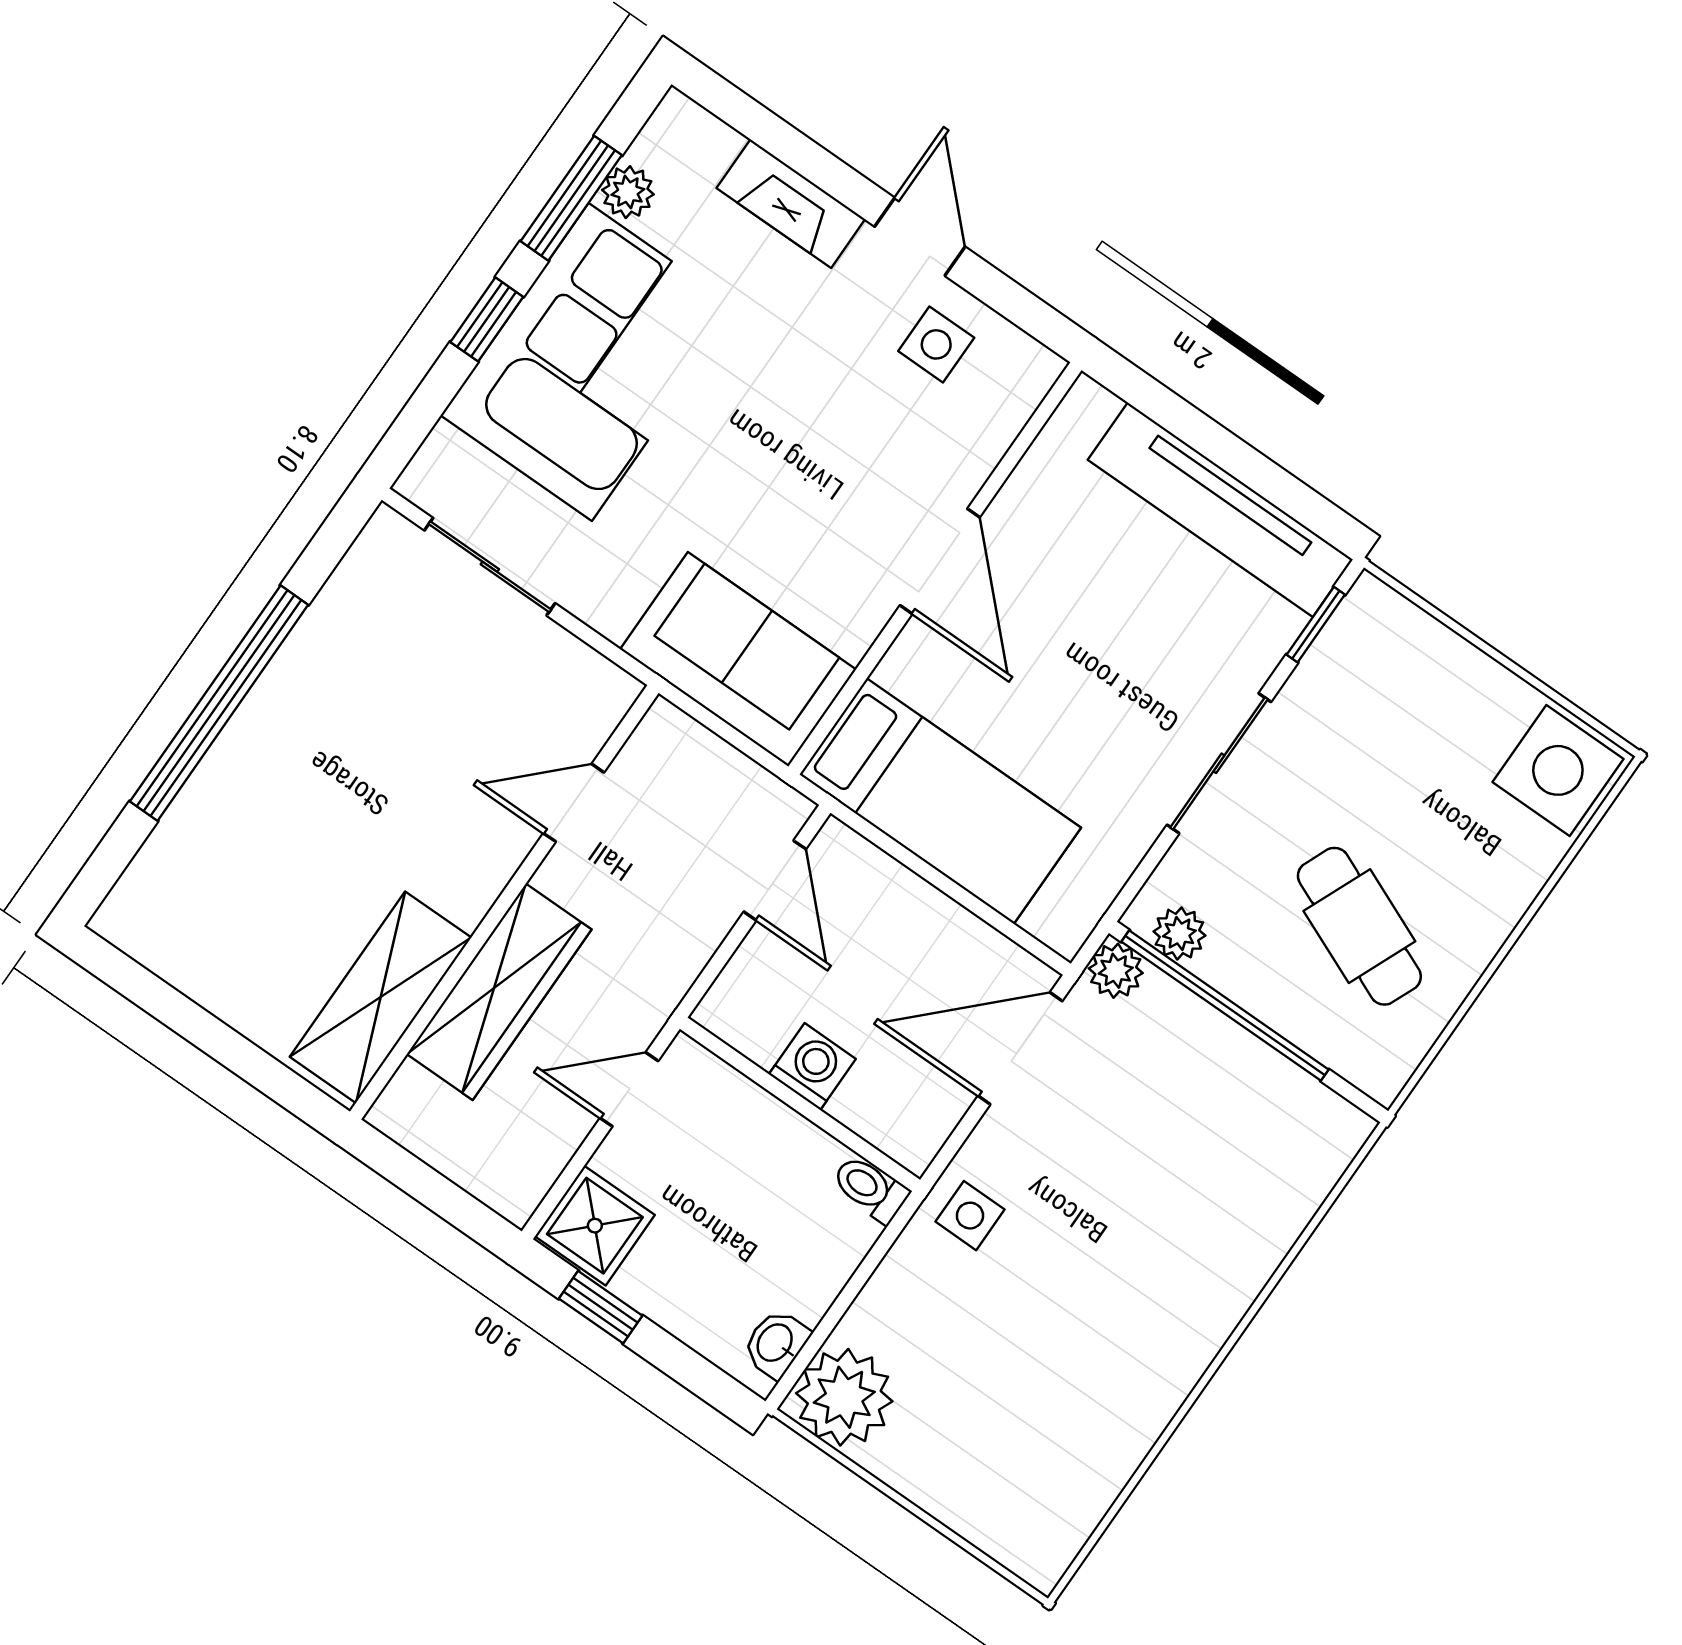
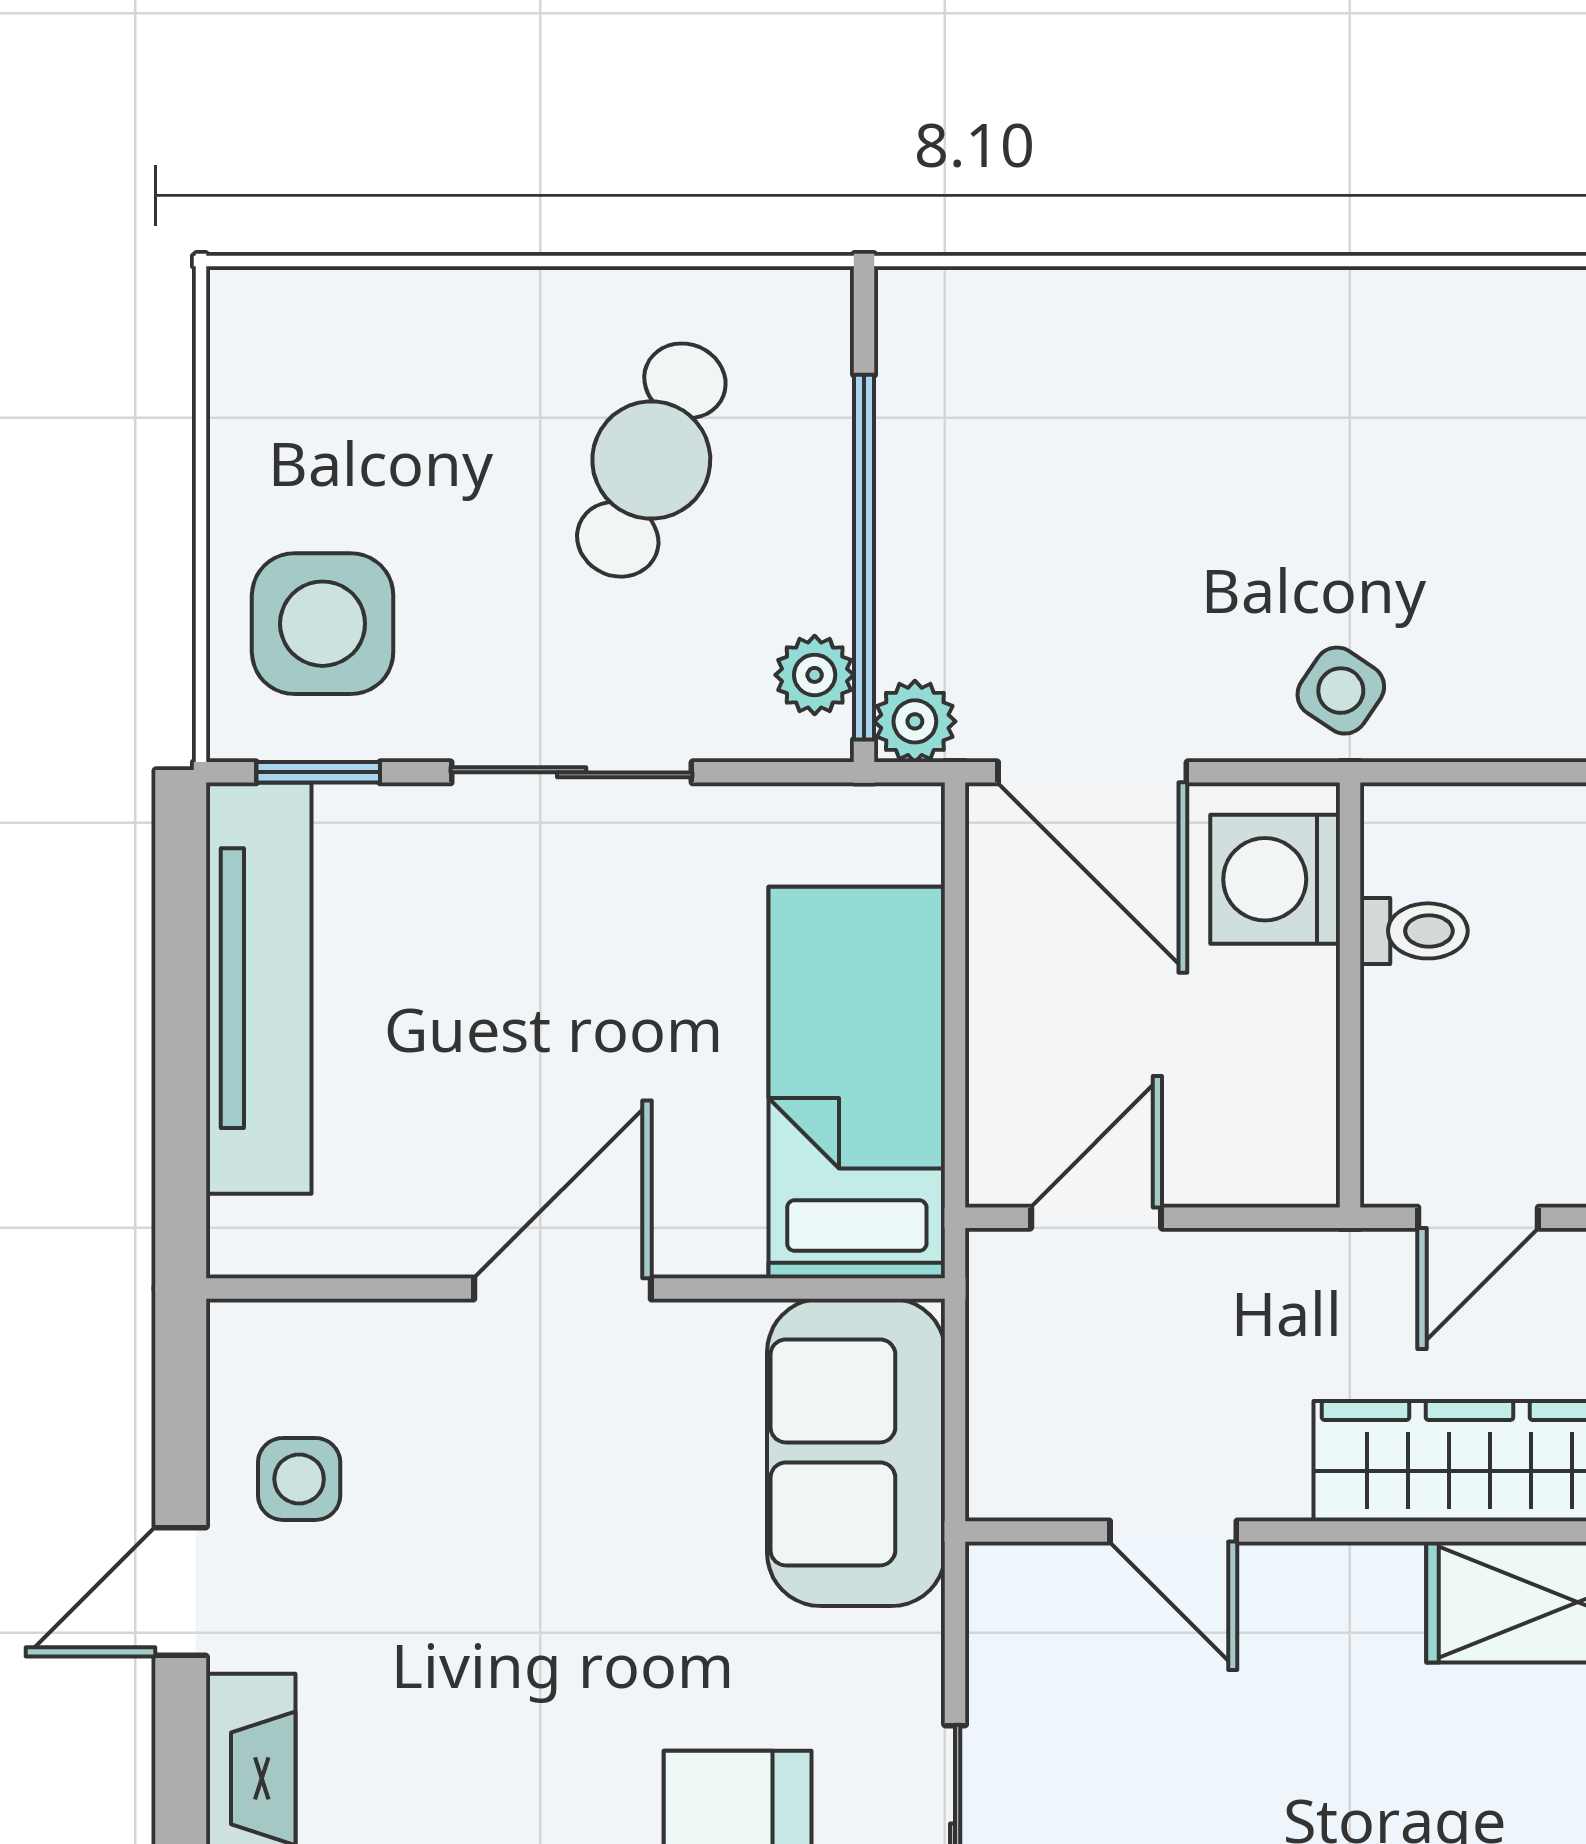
side table: (1558, 770) -> (323, 624), moved
washing machine: (812, 1067) -> (1275, 879), moved, width x1.38, depth x1.38
door: (629, 1089) -> (1478, 1218), hinge flipped
toilet: (870, 1189) -> (1414, 931), moved, turned -90
side table: (970, 1216) -> (1341, 691), turned 34

